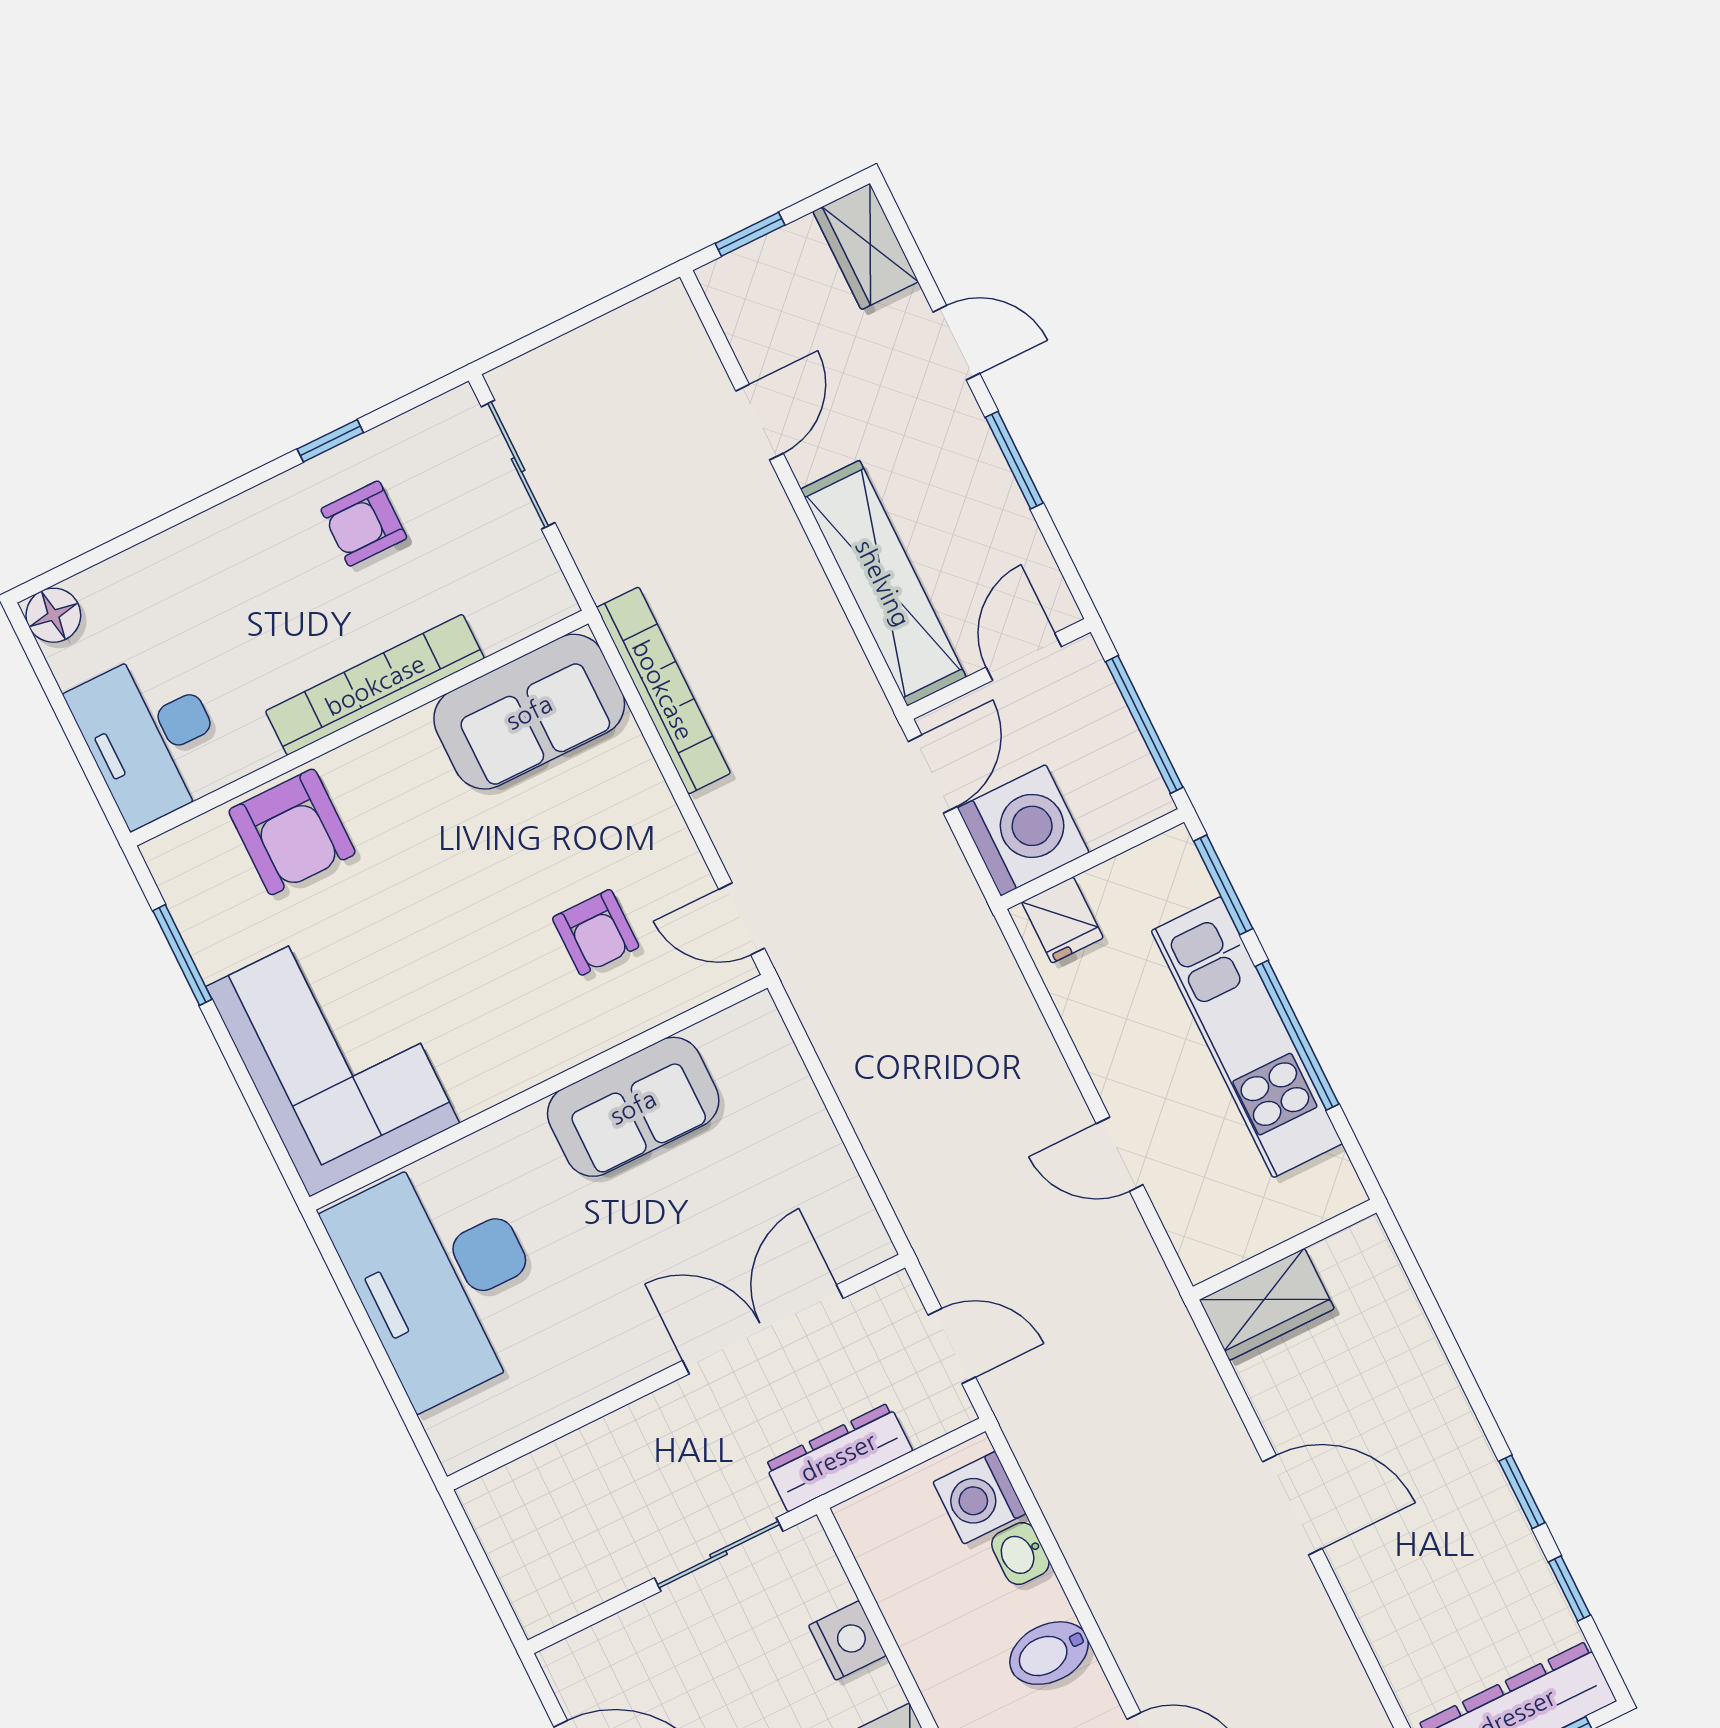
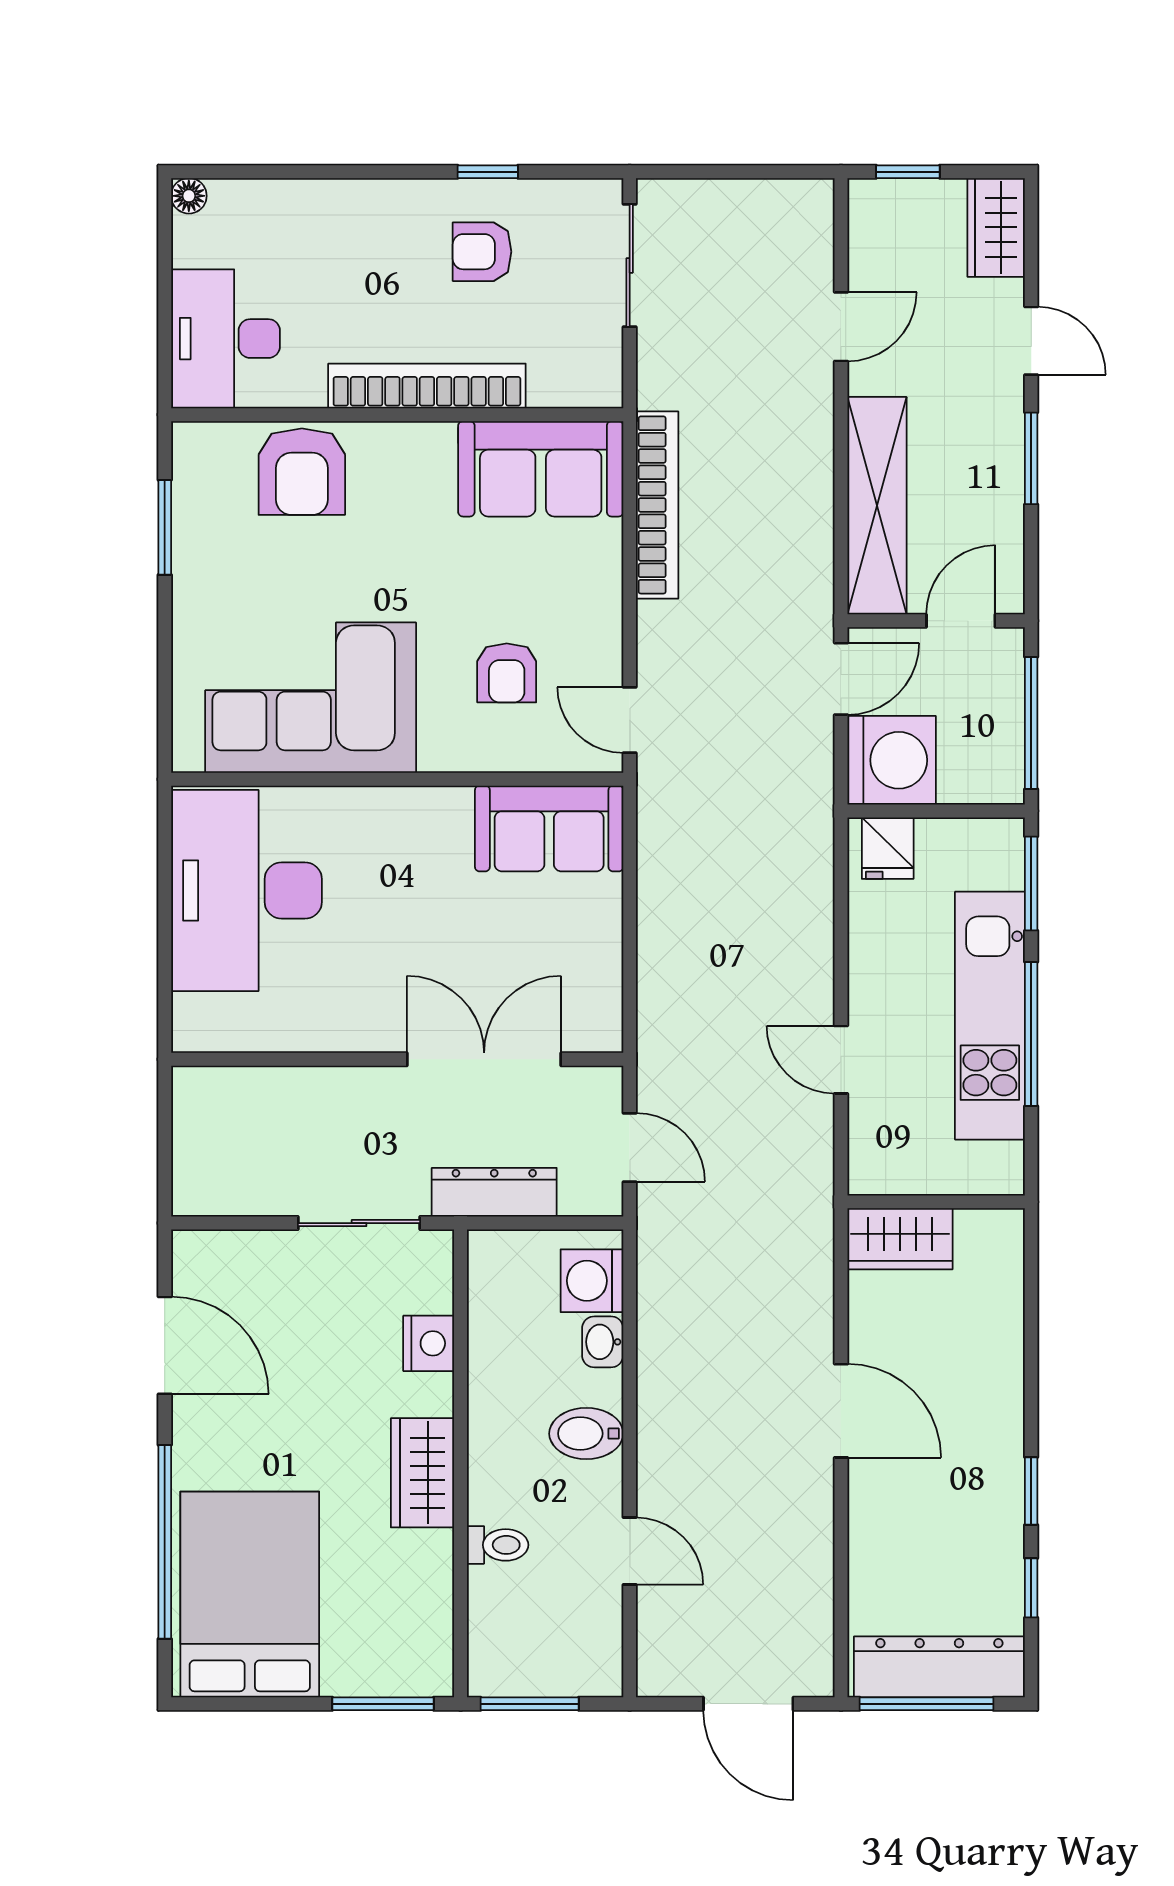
floor lamp: (53, 615) -> (189, 196), width x0.73, depth x0.73
corner sofa: (333, 1055) -> (311, 698), moved, turned -90
sofa: (633, 1107) -> (549, 828), moved

